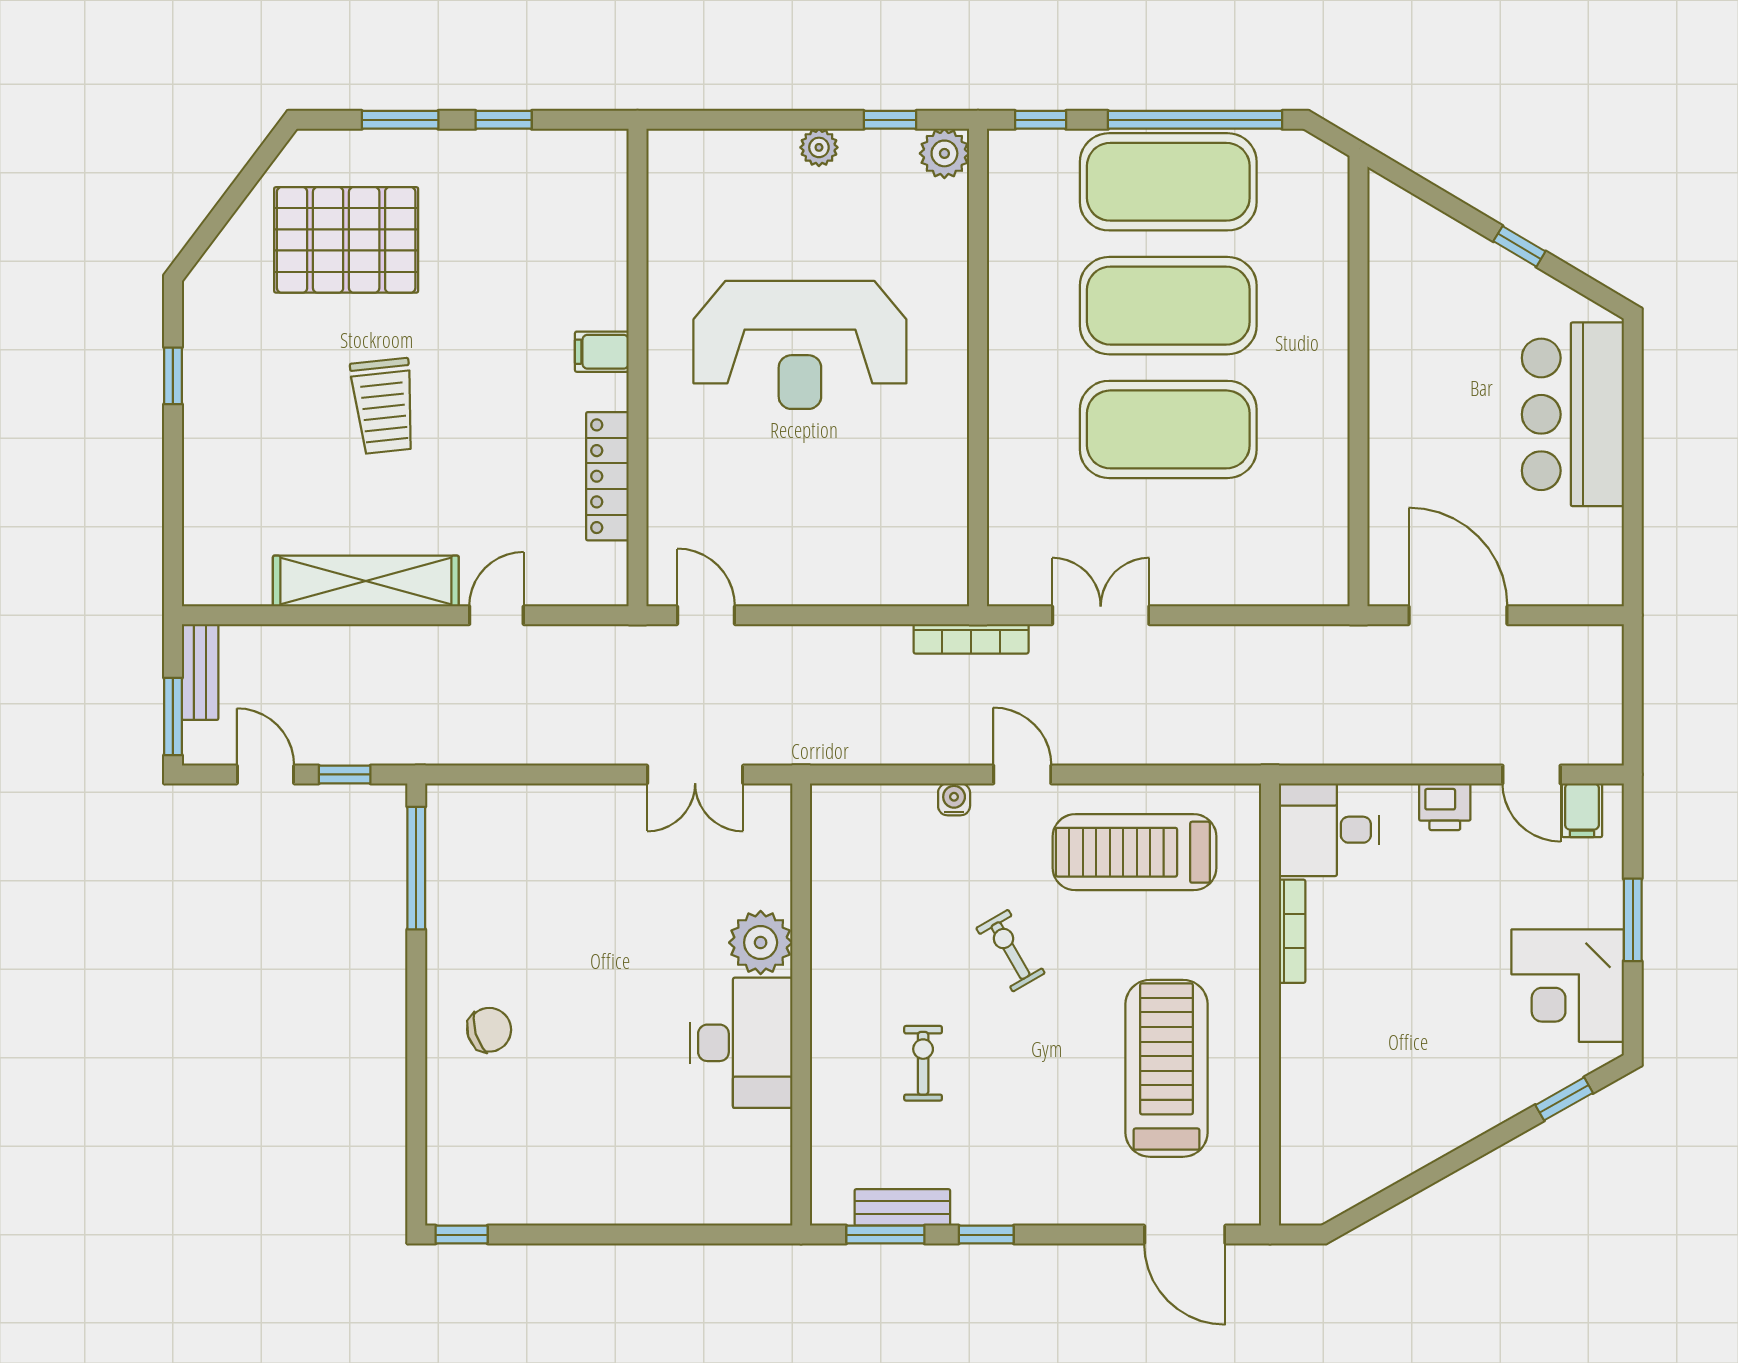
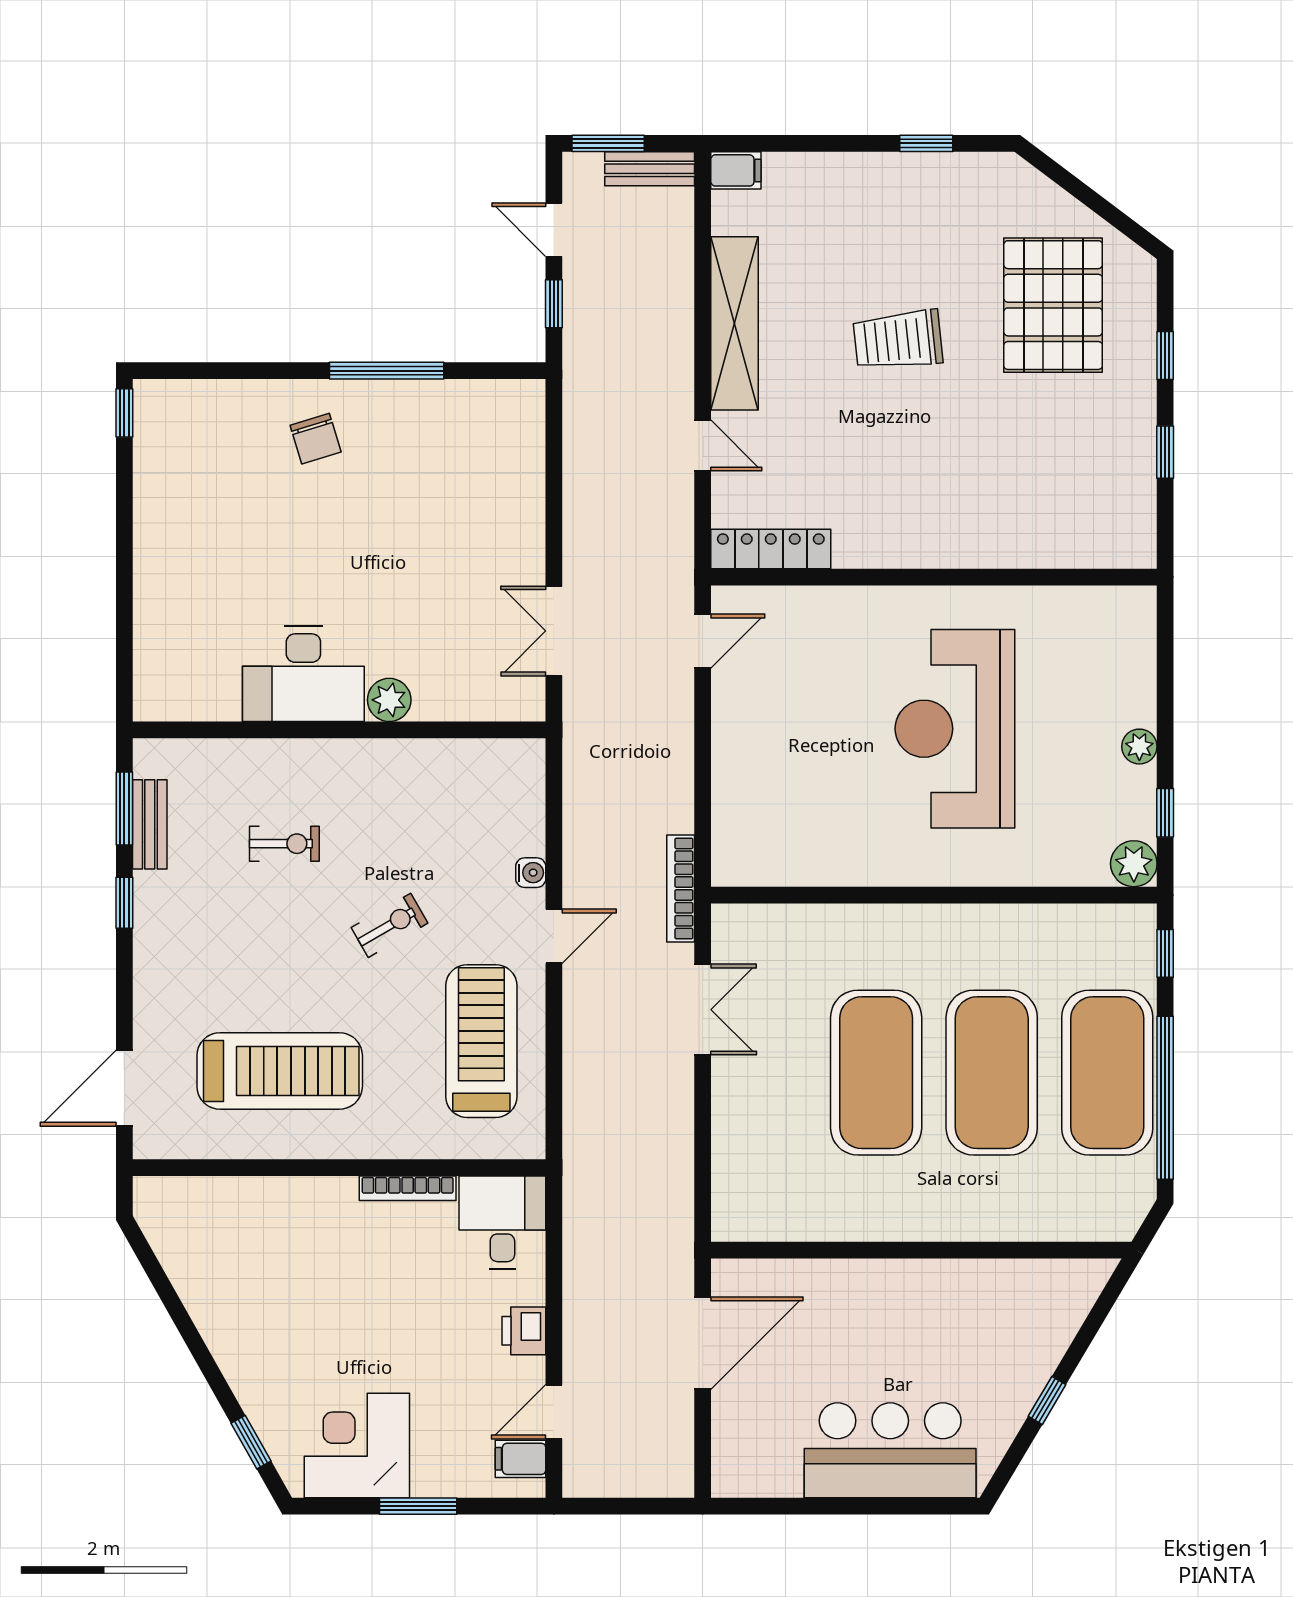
window: (400, 120) -> (1165, 355), width x0.67
filing cabinet: (602, 352) -> (736, 170), moved, turned 90
locker: (607, 476) -> (771, 549), moved
door: (265, 774) -> (554, 230), swing flipped
window: (416, 868) -> (387, 371), moved
plant: (761, 943) -> (389, 700), width x0.73, depth x0.73

